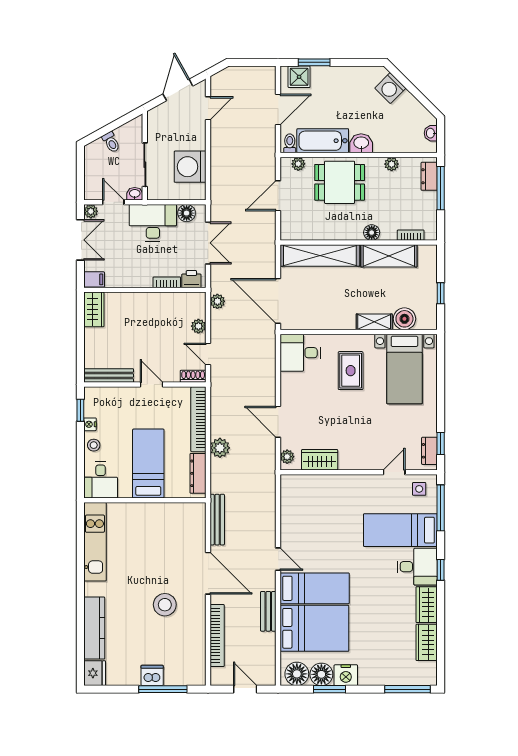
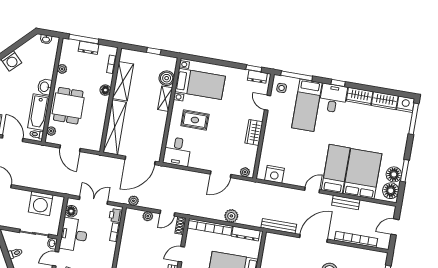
dresser: (429, 176) -> (89, 48), moved
wardrobe: (320, 460) -> (254, 132), moved
nightstand: (292, 500) -> (275, 174), added
nightstand: (346, 675) -> (406, 104), moved, turned -90

